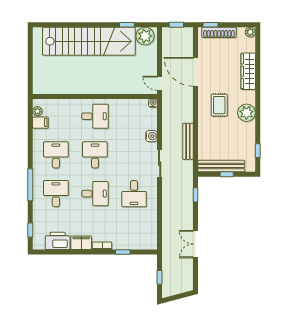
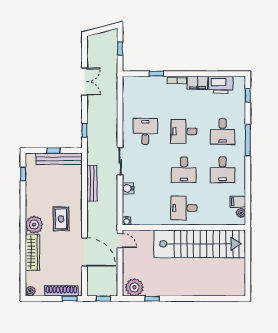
stairs: (89, 41) -> (200, 244), moved, turned 180
plant: (246, 113) -> (34, 225), moved

